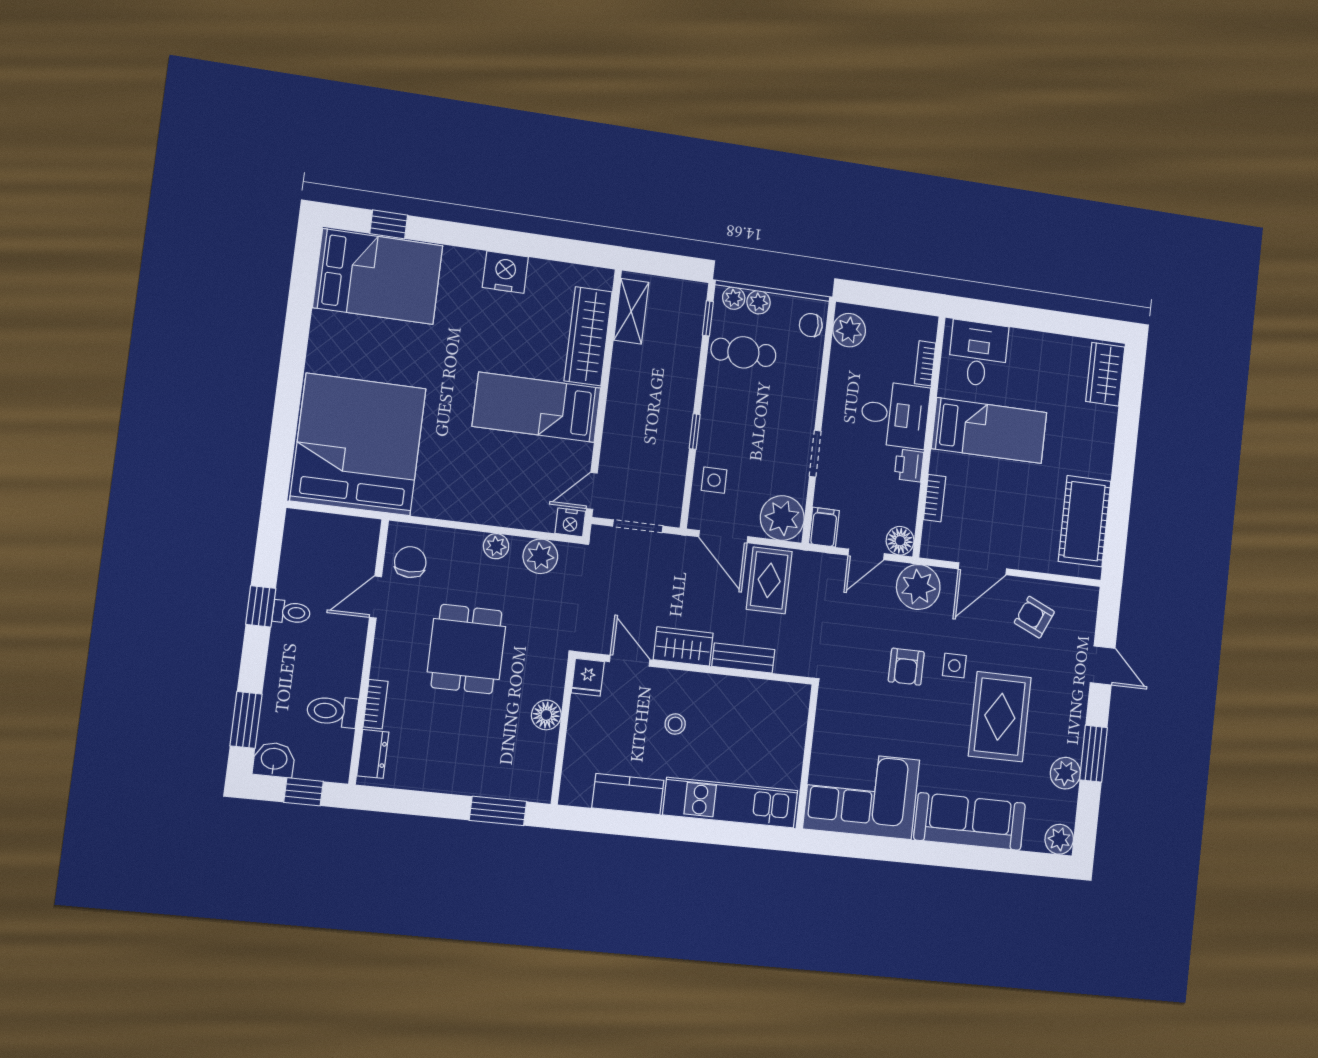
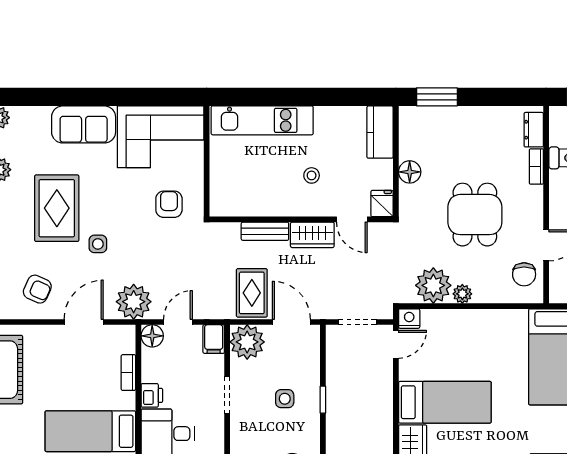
side table: (714, 480) -> (285, 399), moved
plant: (540, 556) -> (433, 285), width x1.36, depth x1.36
armchair: (906, 667) -> (169, 204), moved
kitchen counter: (628, 794) -> (380, 132), moved, turned 90
sofa: (970, 821) -> (84, 124), width x0.73

